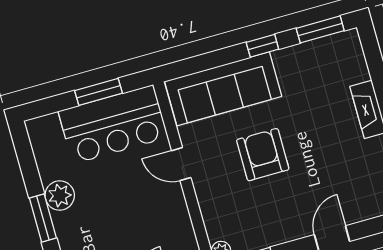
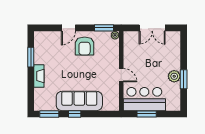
sofa: (223, 89) -> (79, 101), moved
armchair: (263, 155) -> (85, 46), moved
window: (43, 218) -> (184, 79), moved

